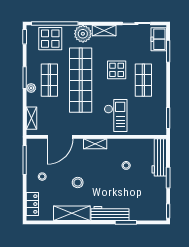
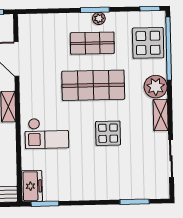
freezer: (159, 39) -> (32, 186), moved, turned 90
shop shelf: (81, 80) -> (93, 85), width x0.71
shop shelf: (143, 80) -> (95, 169), removed
plant: (31, 88) -> (99, 18), moved
shelving: (31, 118) -> (41, 20), removed

